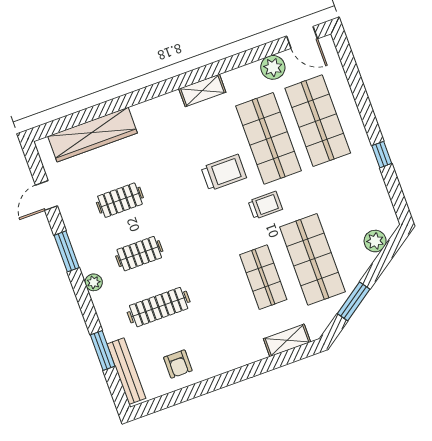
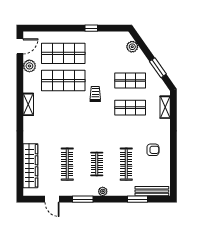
trolley: (224, 173) -> (72, 108), removed
clothes rail: (120, 200) -> (67, 164), width x1.36
shop shelf: (312, 259) -> (130, 81), width x0.70, depth x0.74
armchair: (178, 364) -> (153, 150), moved

